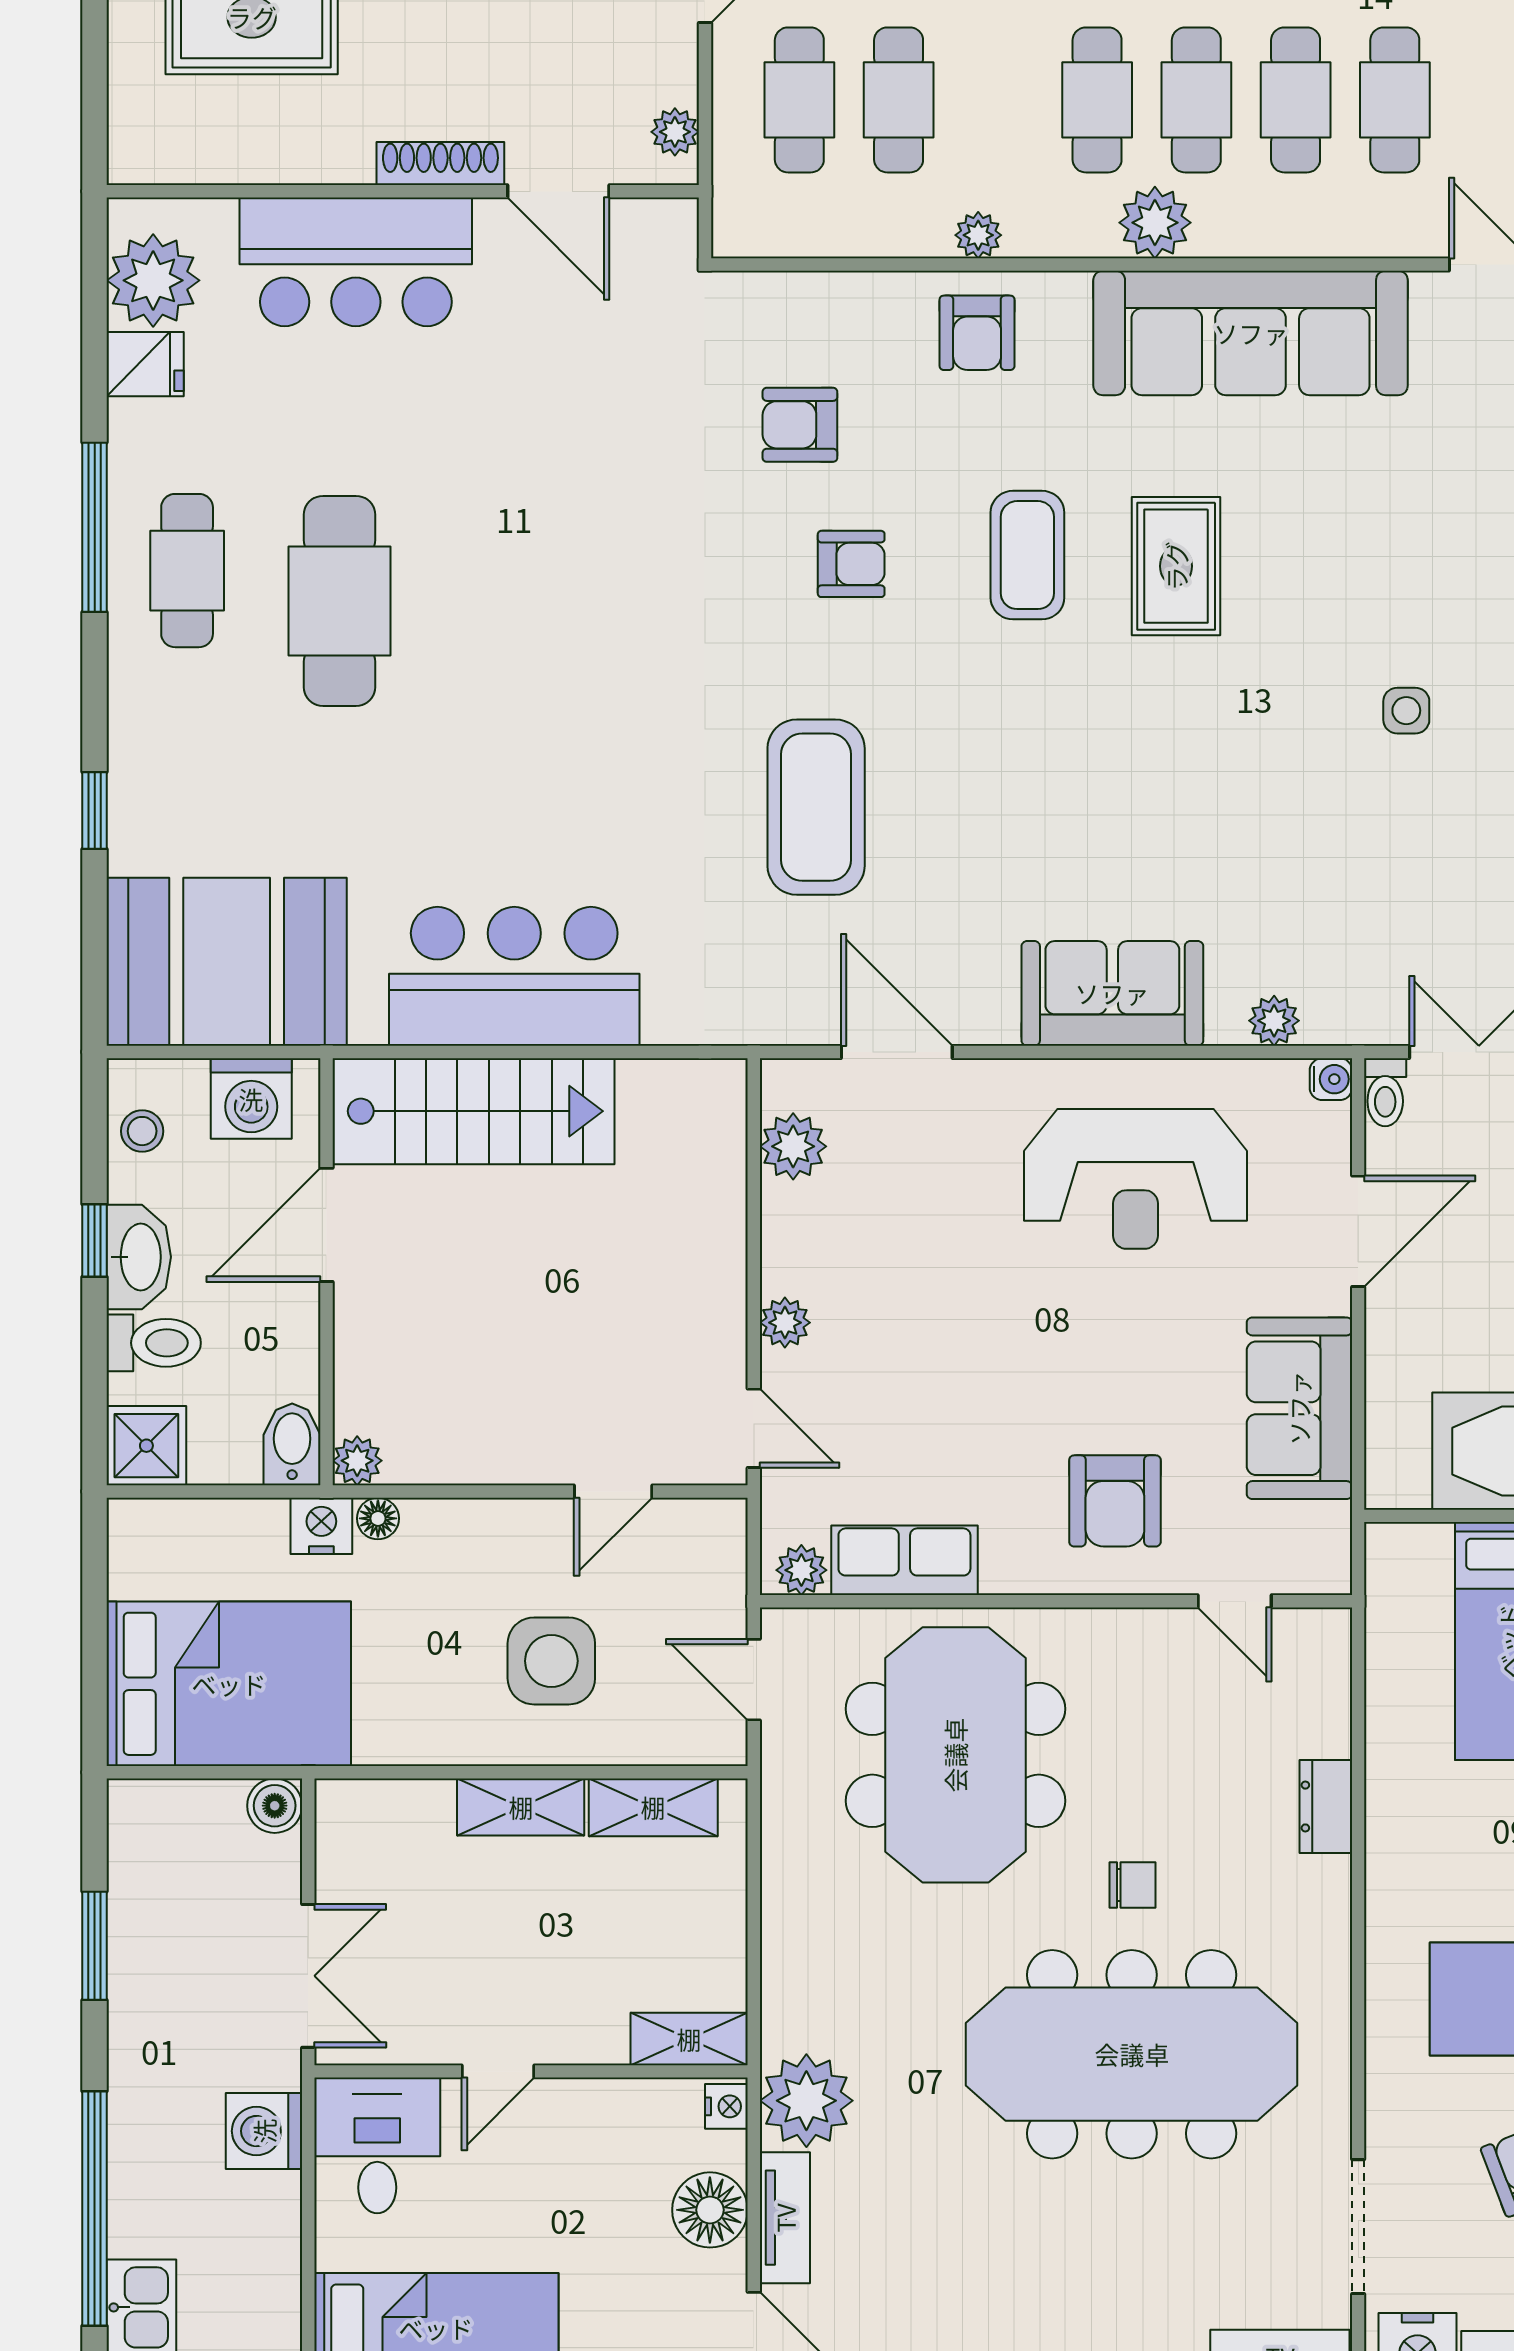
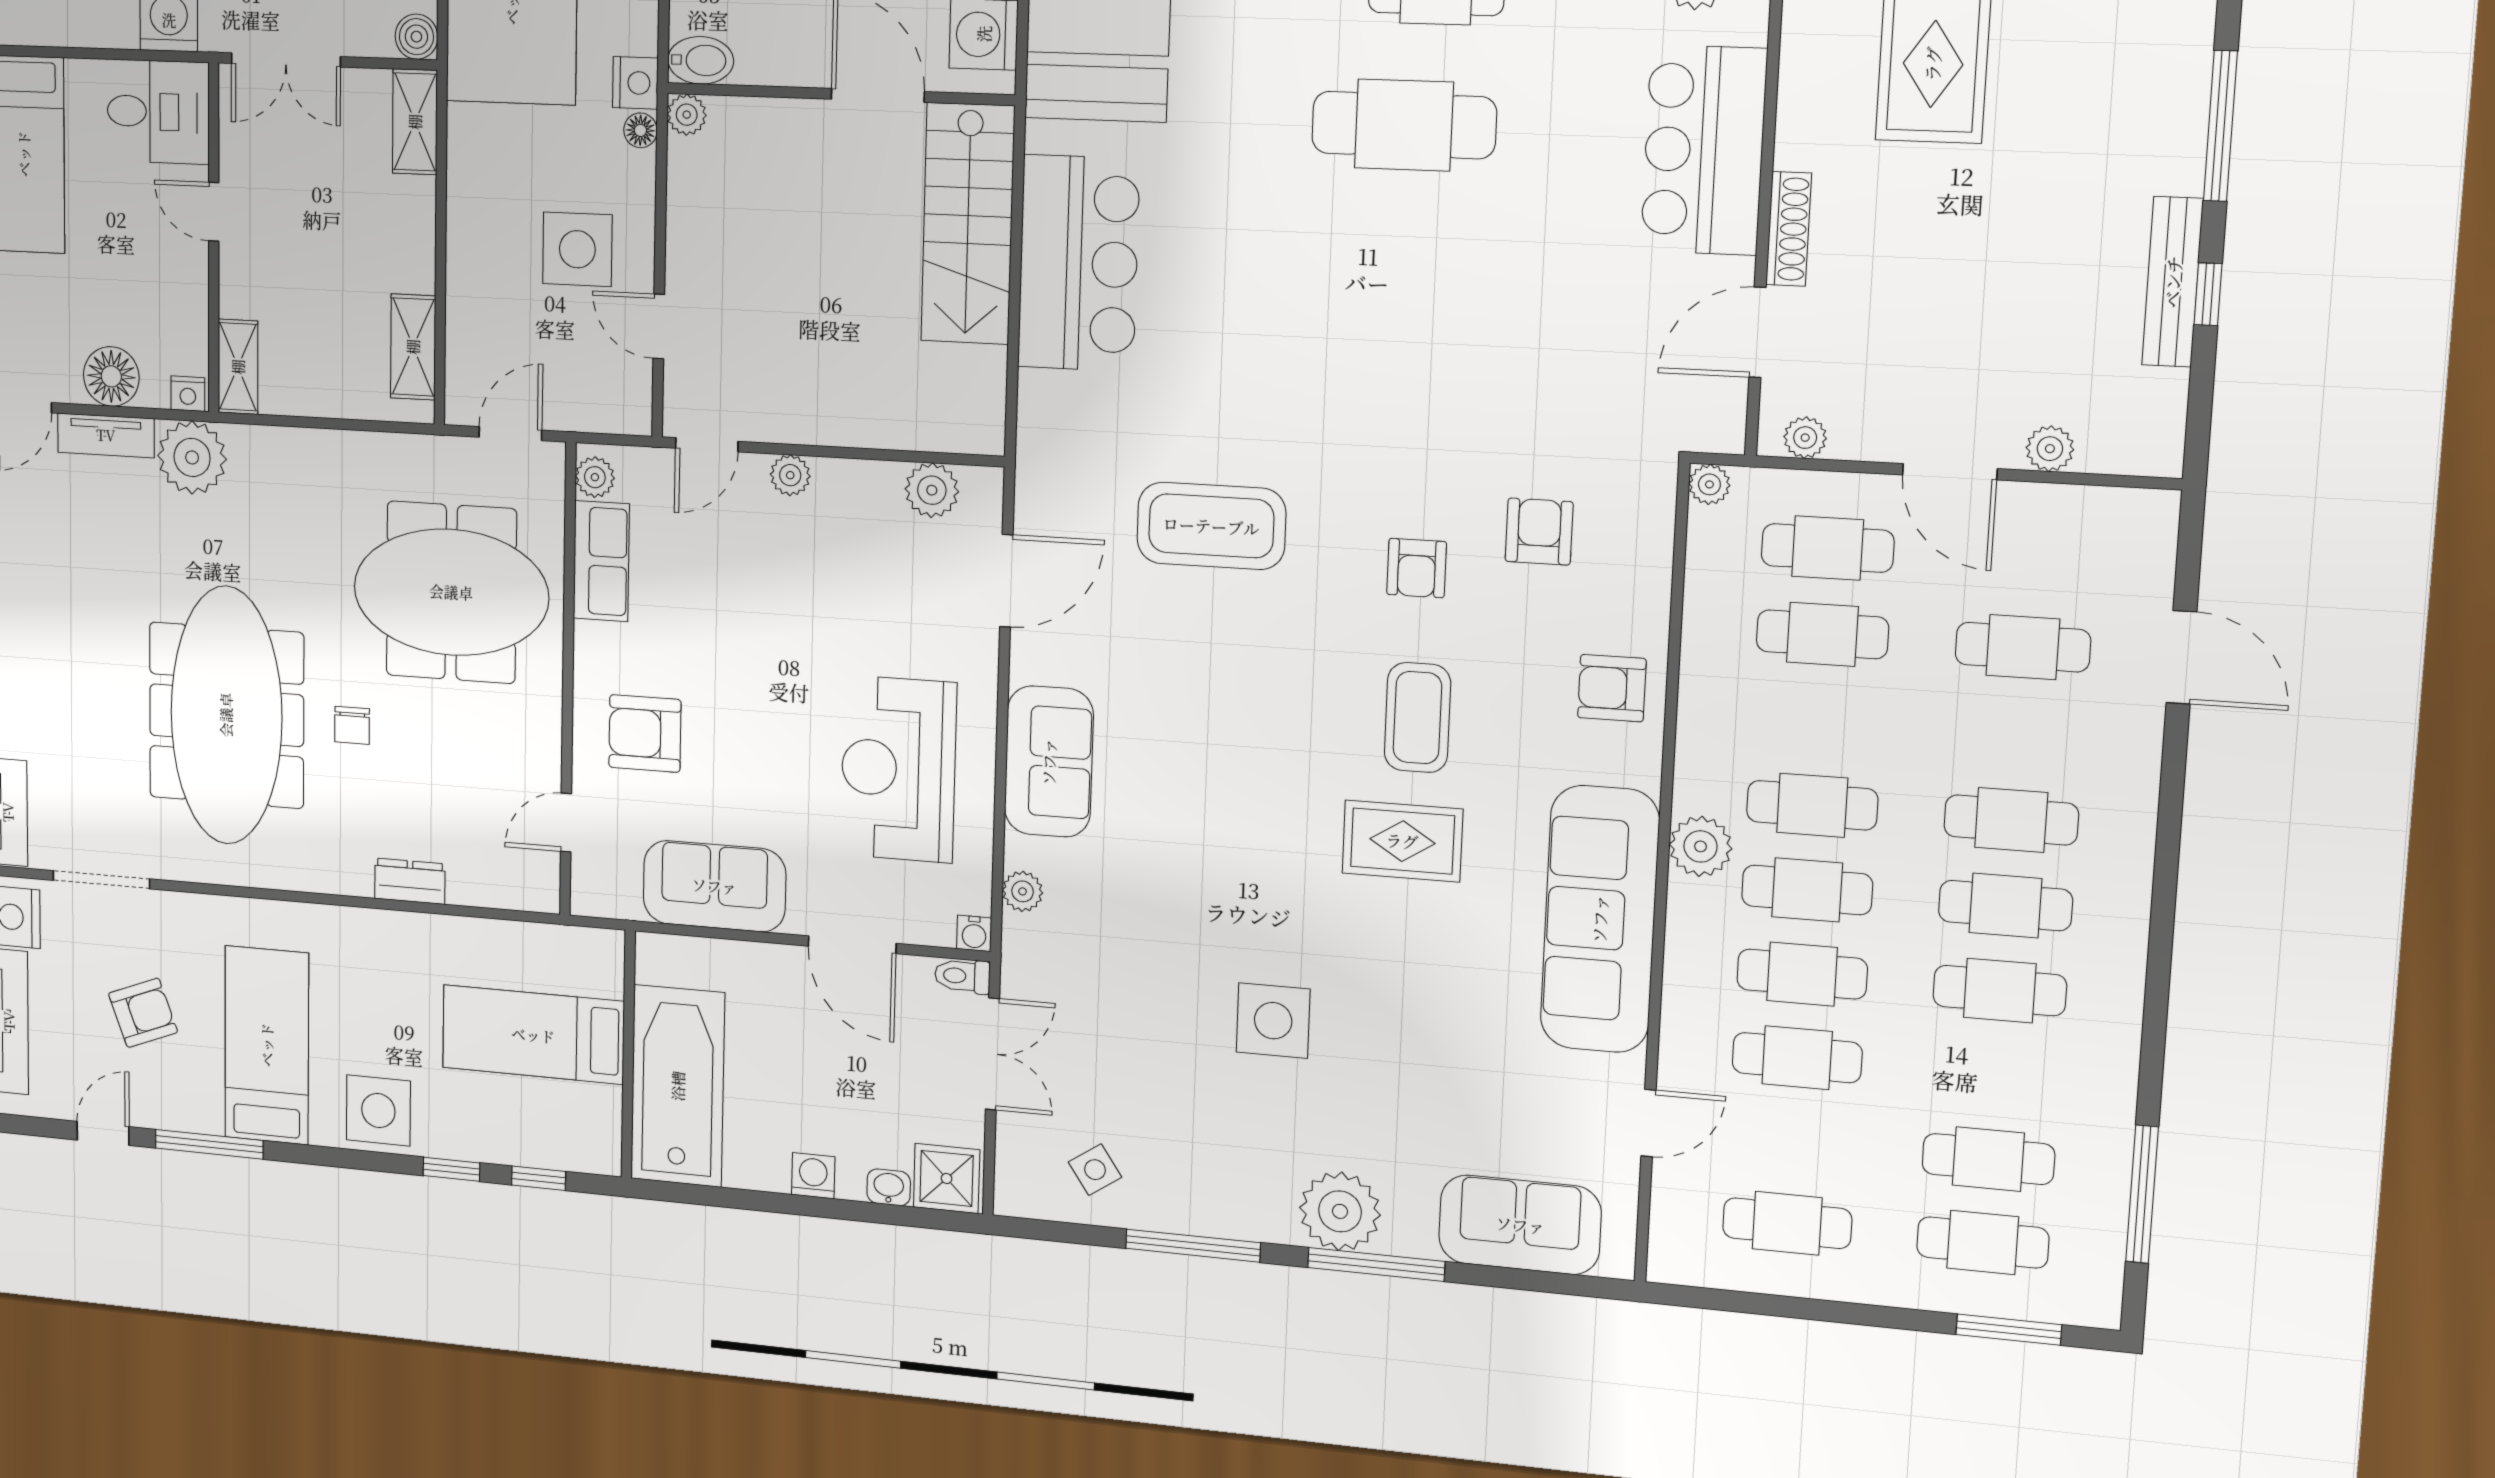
plant: (978, 235) -> (1709, 484), moved
coffee table: (1027, 555) -> (1417, 718), turned 90
side table: (1406, 711) -> (1273, 1021), width x1.87, depth x1.87
side table: (551, 1661) -> (577, 249), moved
shelving: (521, 1807) -> (415, 122), moved

